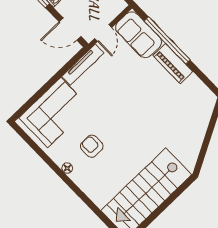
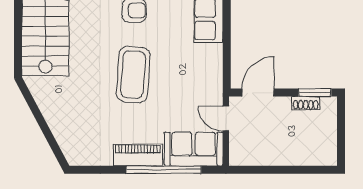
tv unit: (83, 65) -> (215, 73), removed
coffee table: (129, 111) -> (133, 75), added

